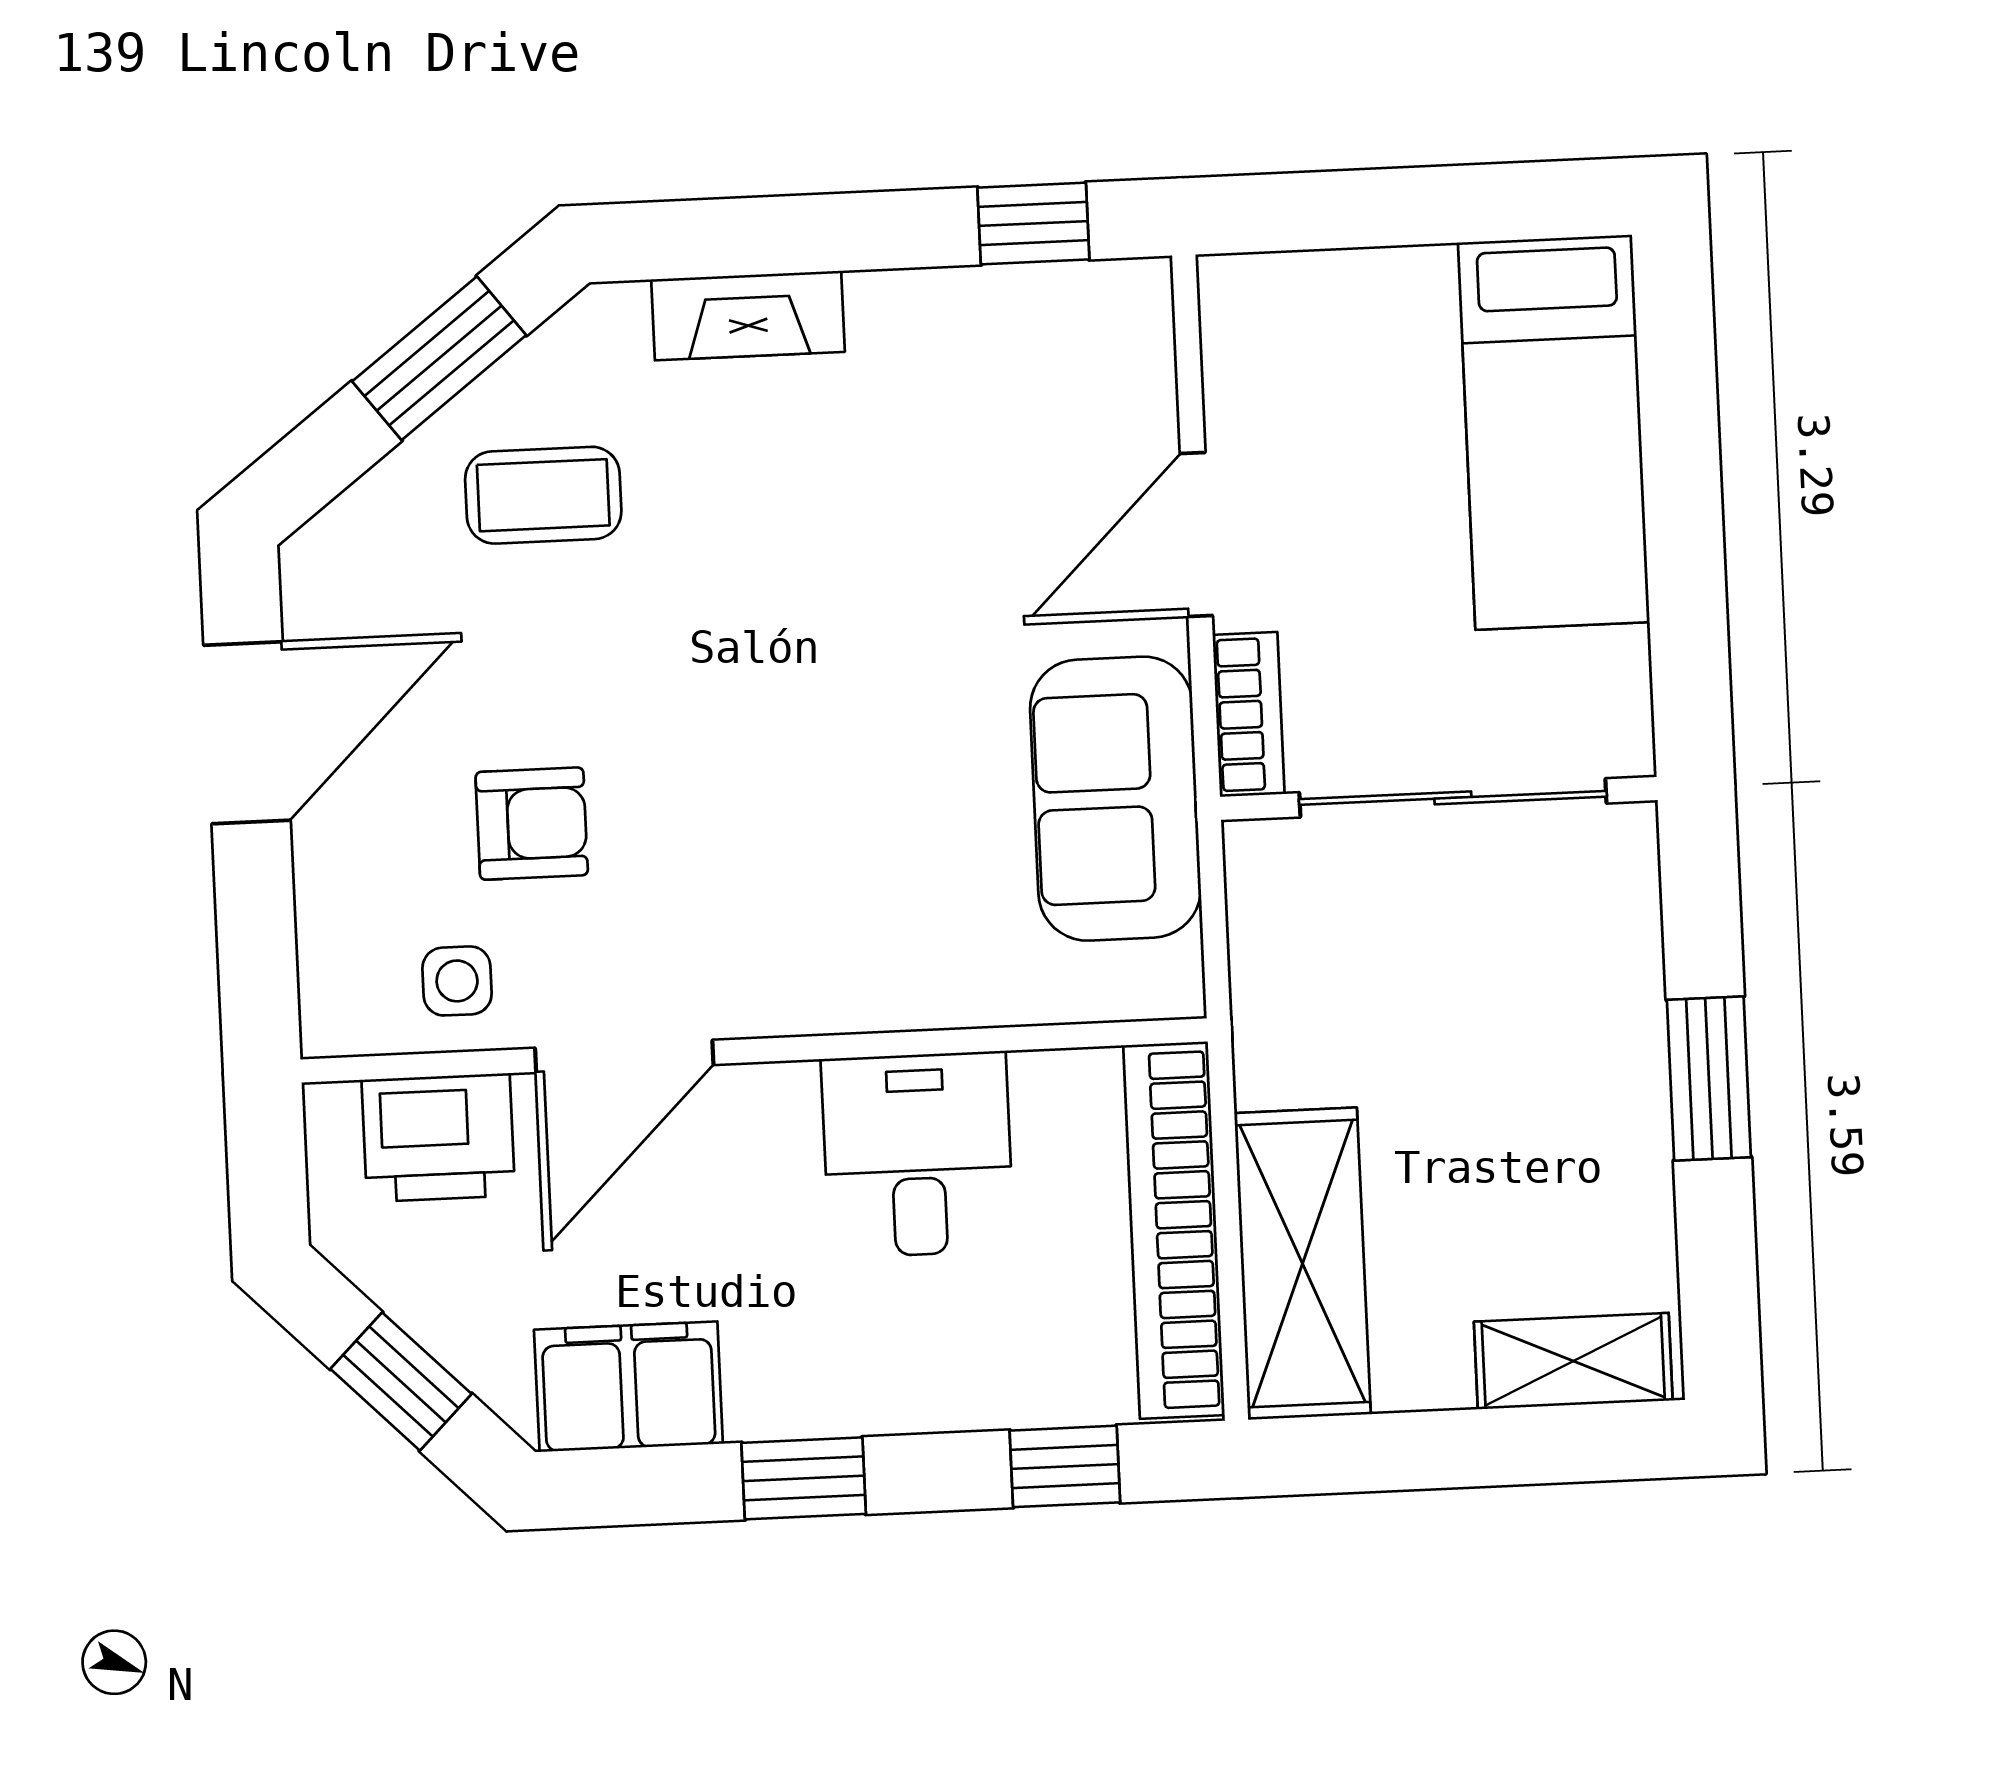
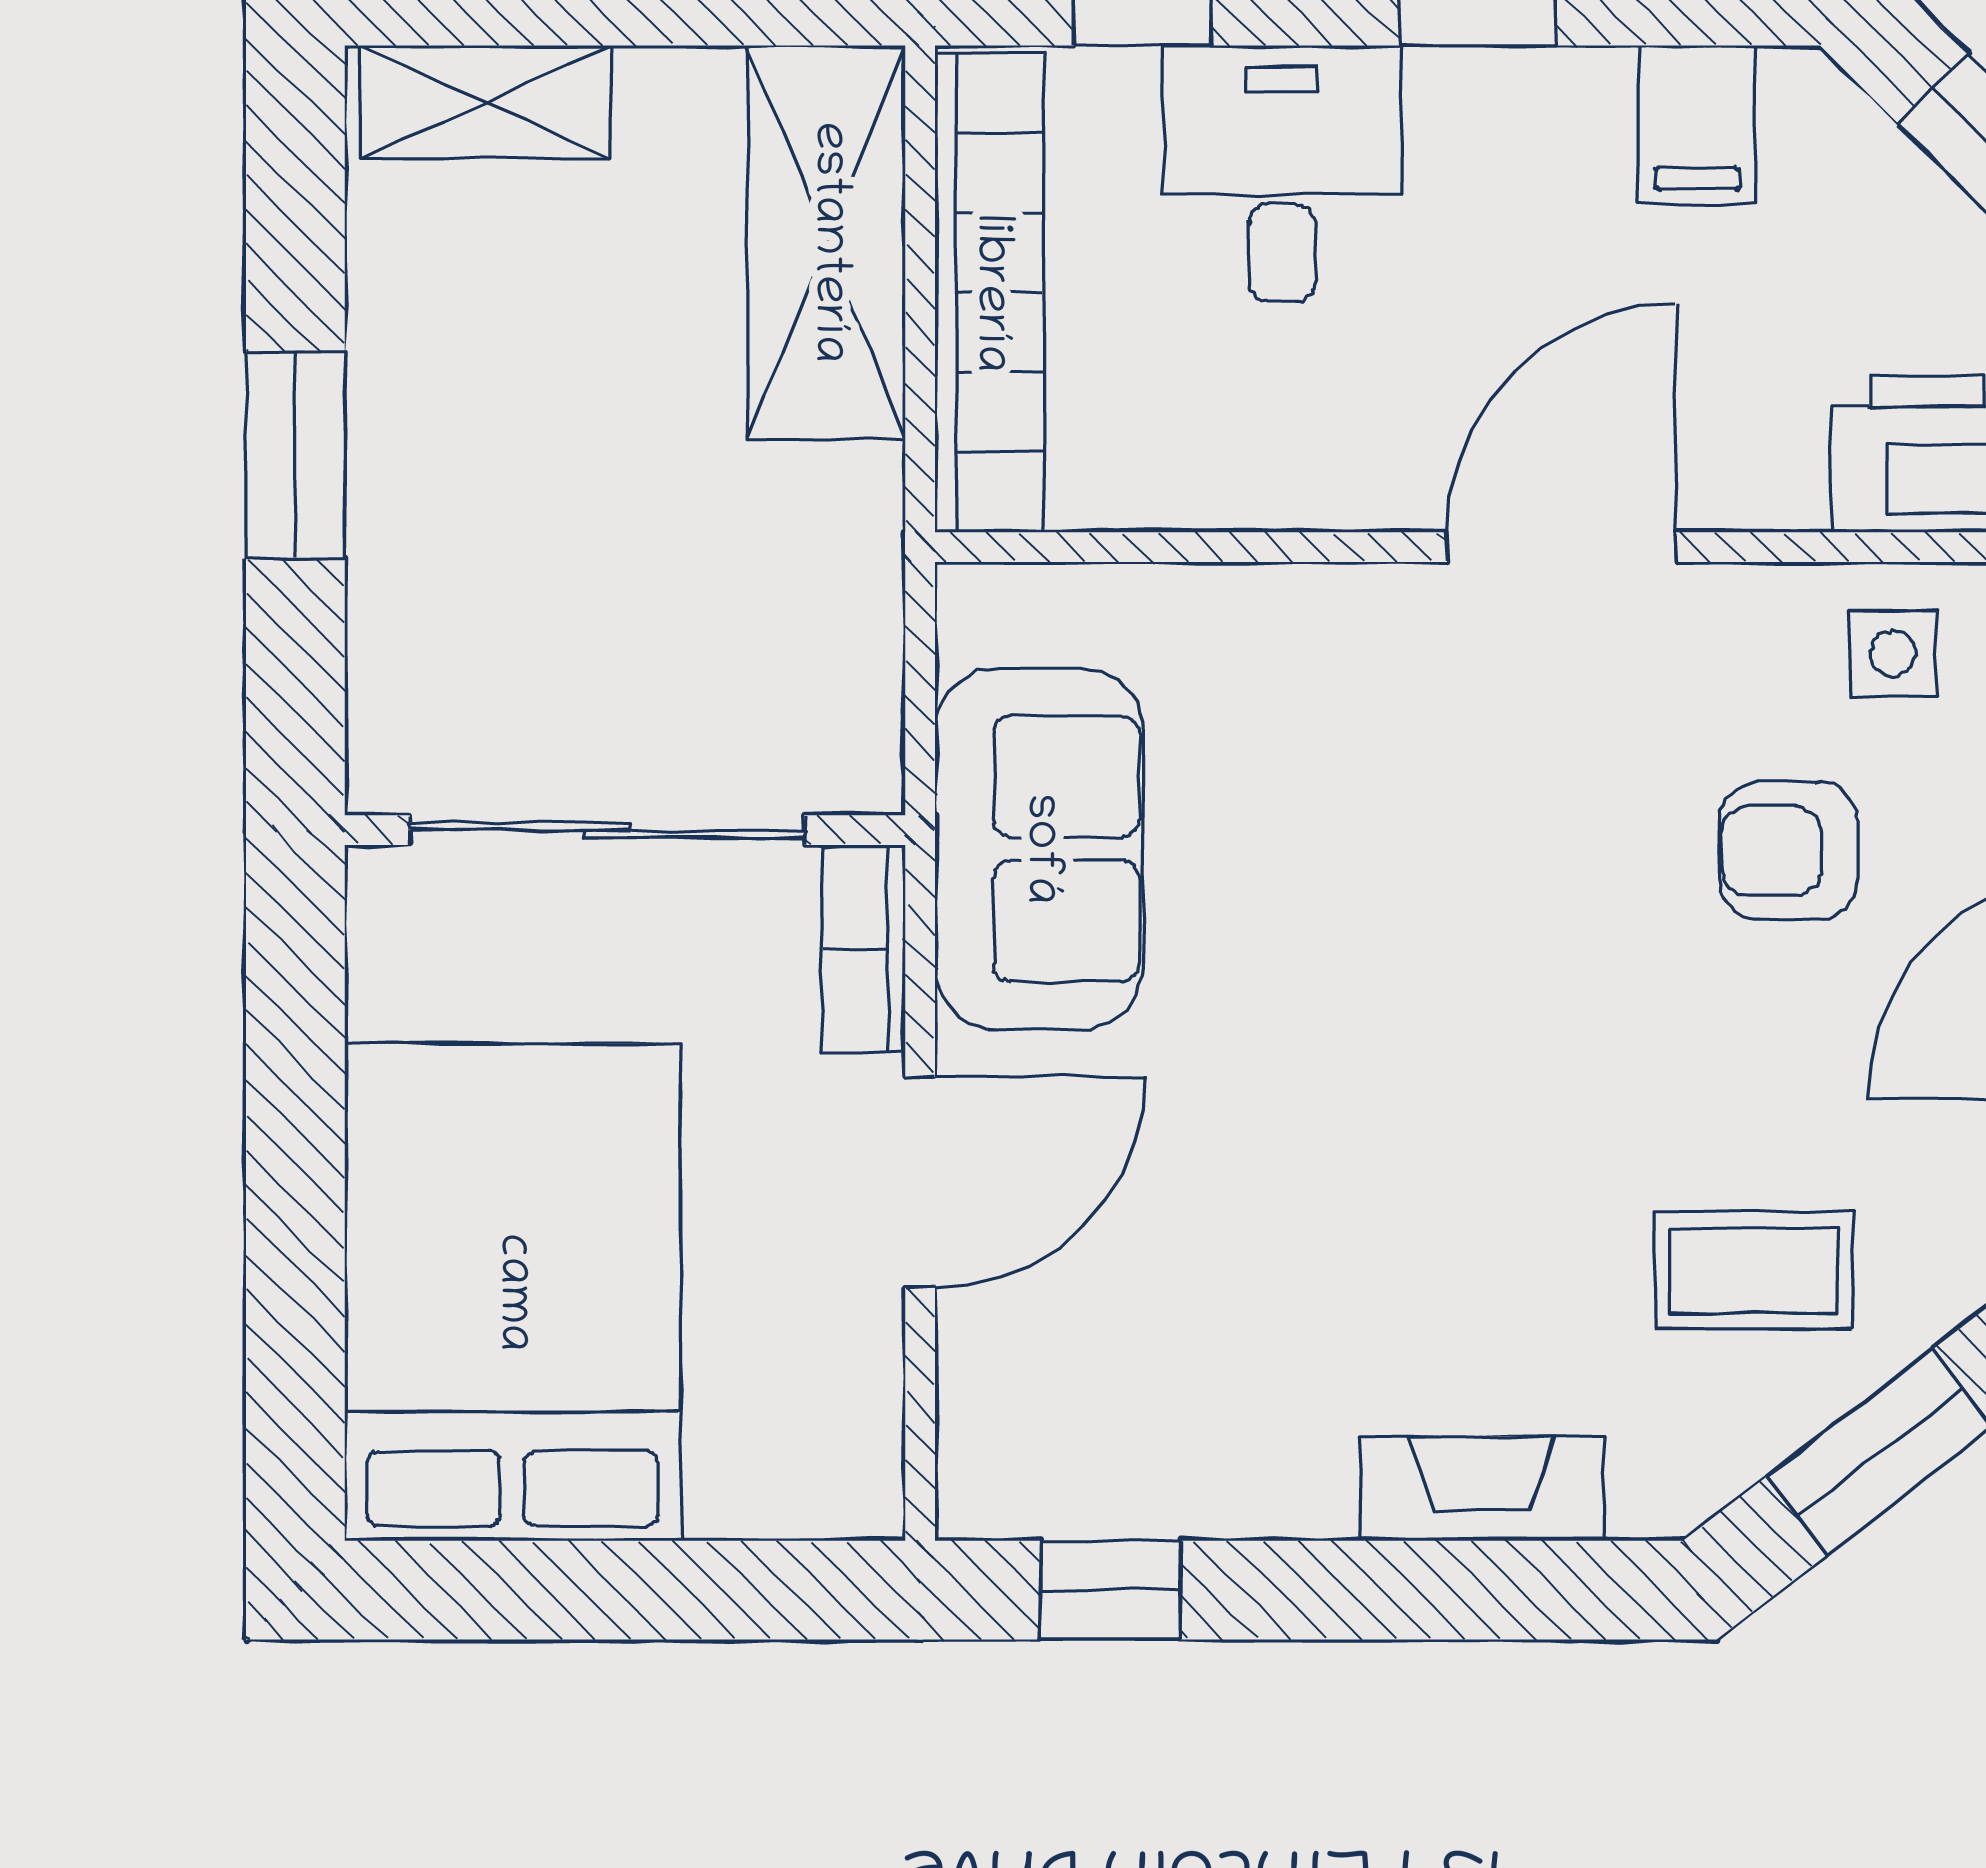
bed: (1554, 432) -> (512, 1292), width x1.50
door: (624, 1056) -> (1561, 547), moved
desk: (918, 1155) -> (1282, 174), moved, turned 180
filing cabinet: (628, 1387) -> (1697, 124), width x0.50

